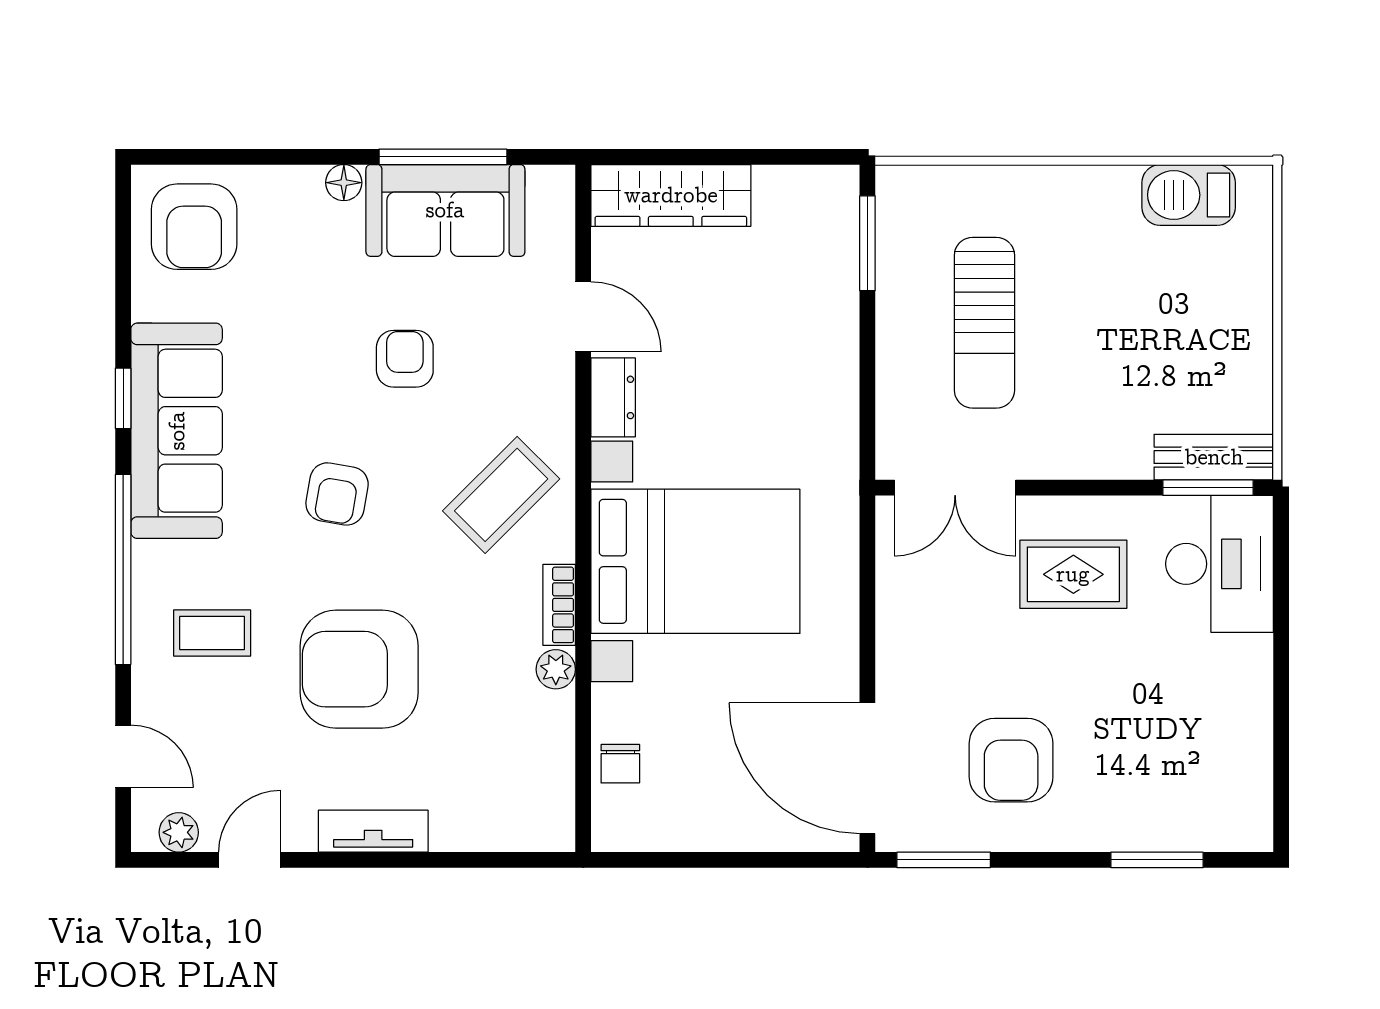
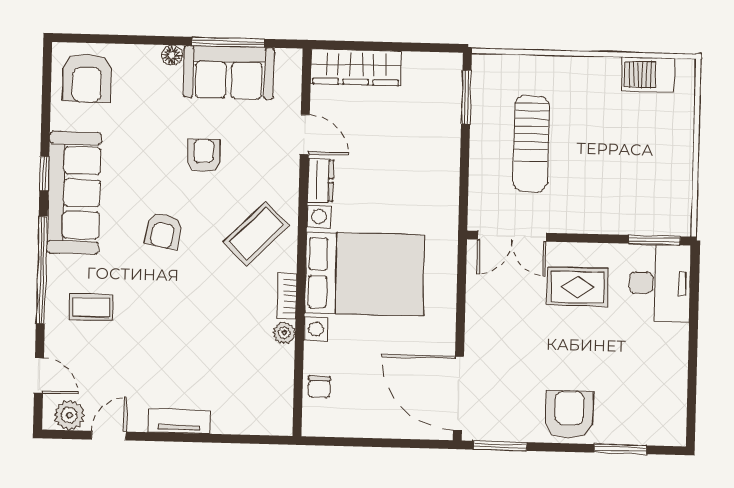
bench: (1214, 457) -> (658, 223), removed
armchair: (359, 669) -> (173, 330), removed
armchair: (1011, 760) -> (569, 415), moved, turned 180
plant: (179, 832) -> (69, 415), width x1.38, depth x1.38

